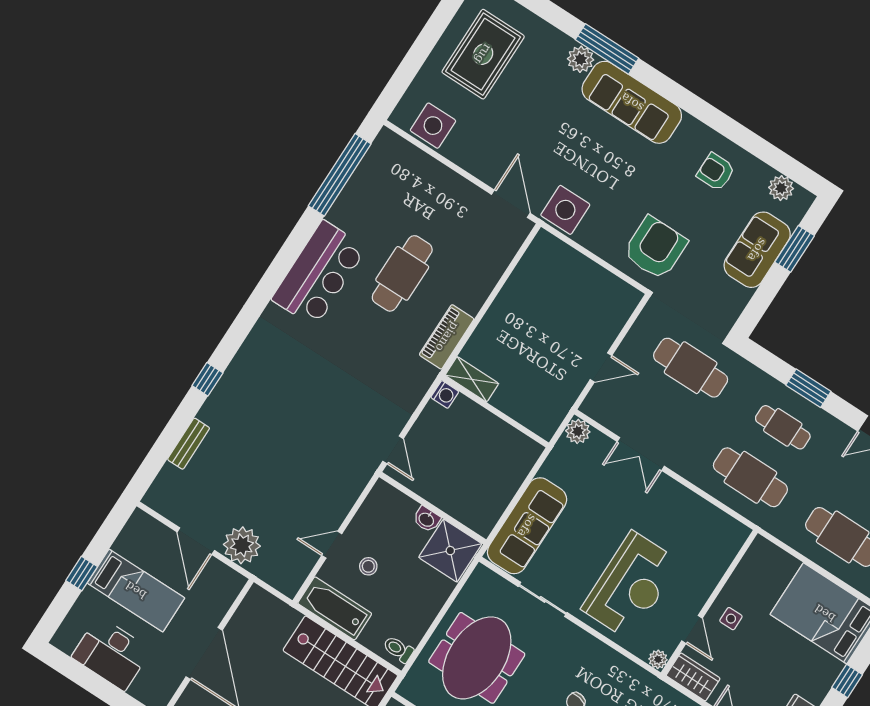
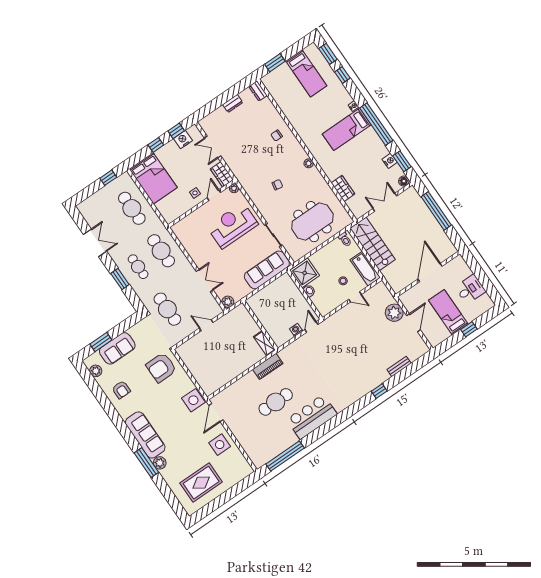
side table: (433, 126) -> (220, 445), moved
washing machine: (445, 394) -> (296, 330), moved
desk: (111, 653) -> (470, 289), width x0.73

